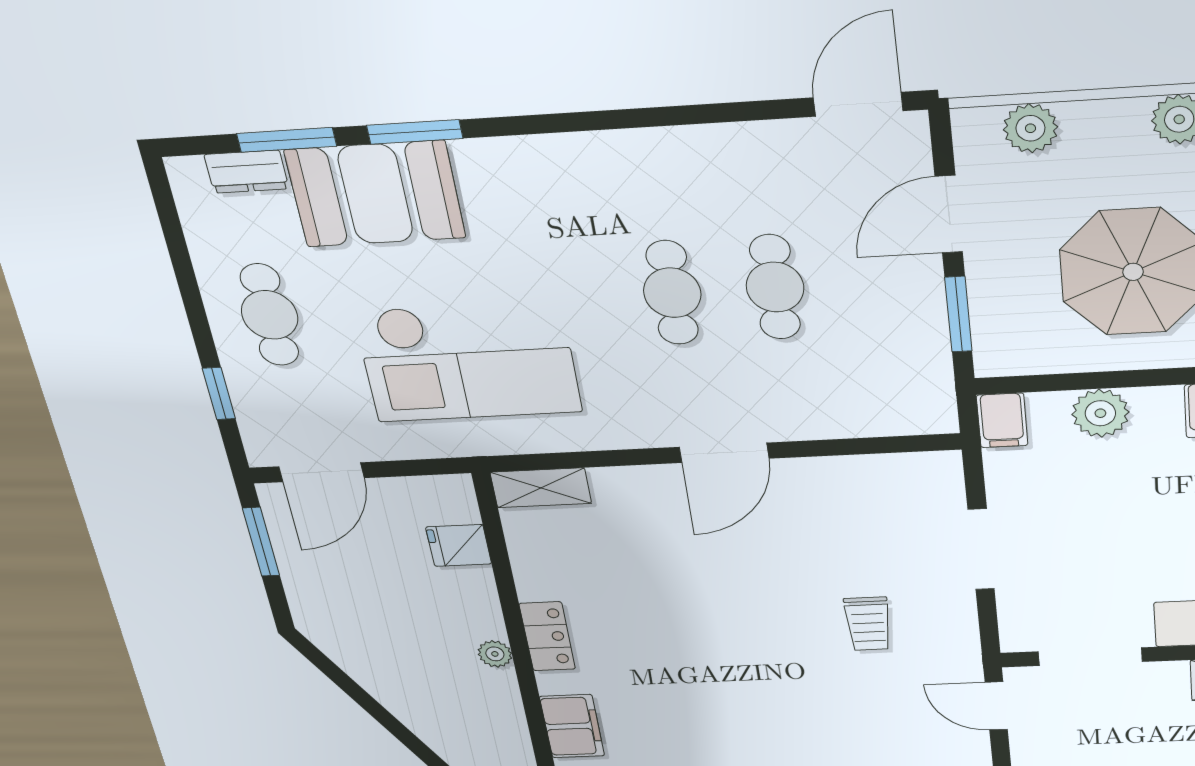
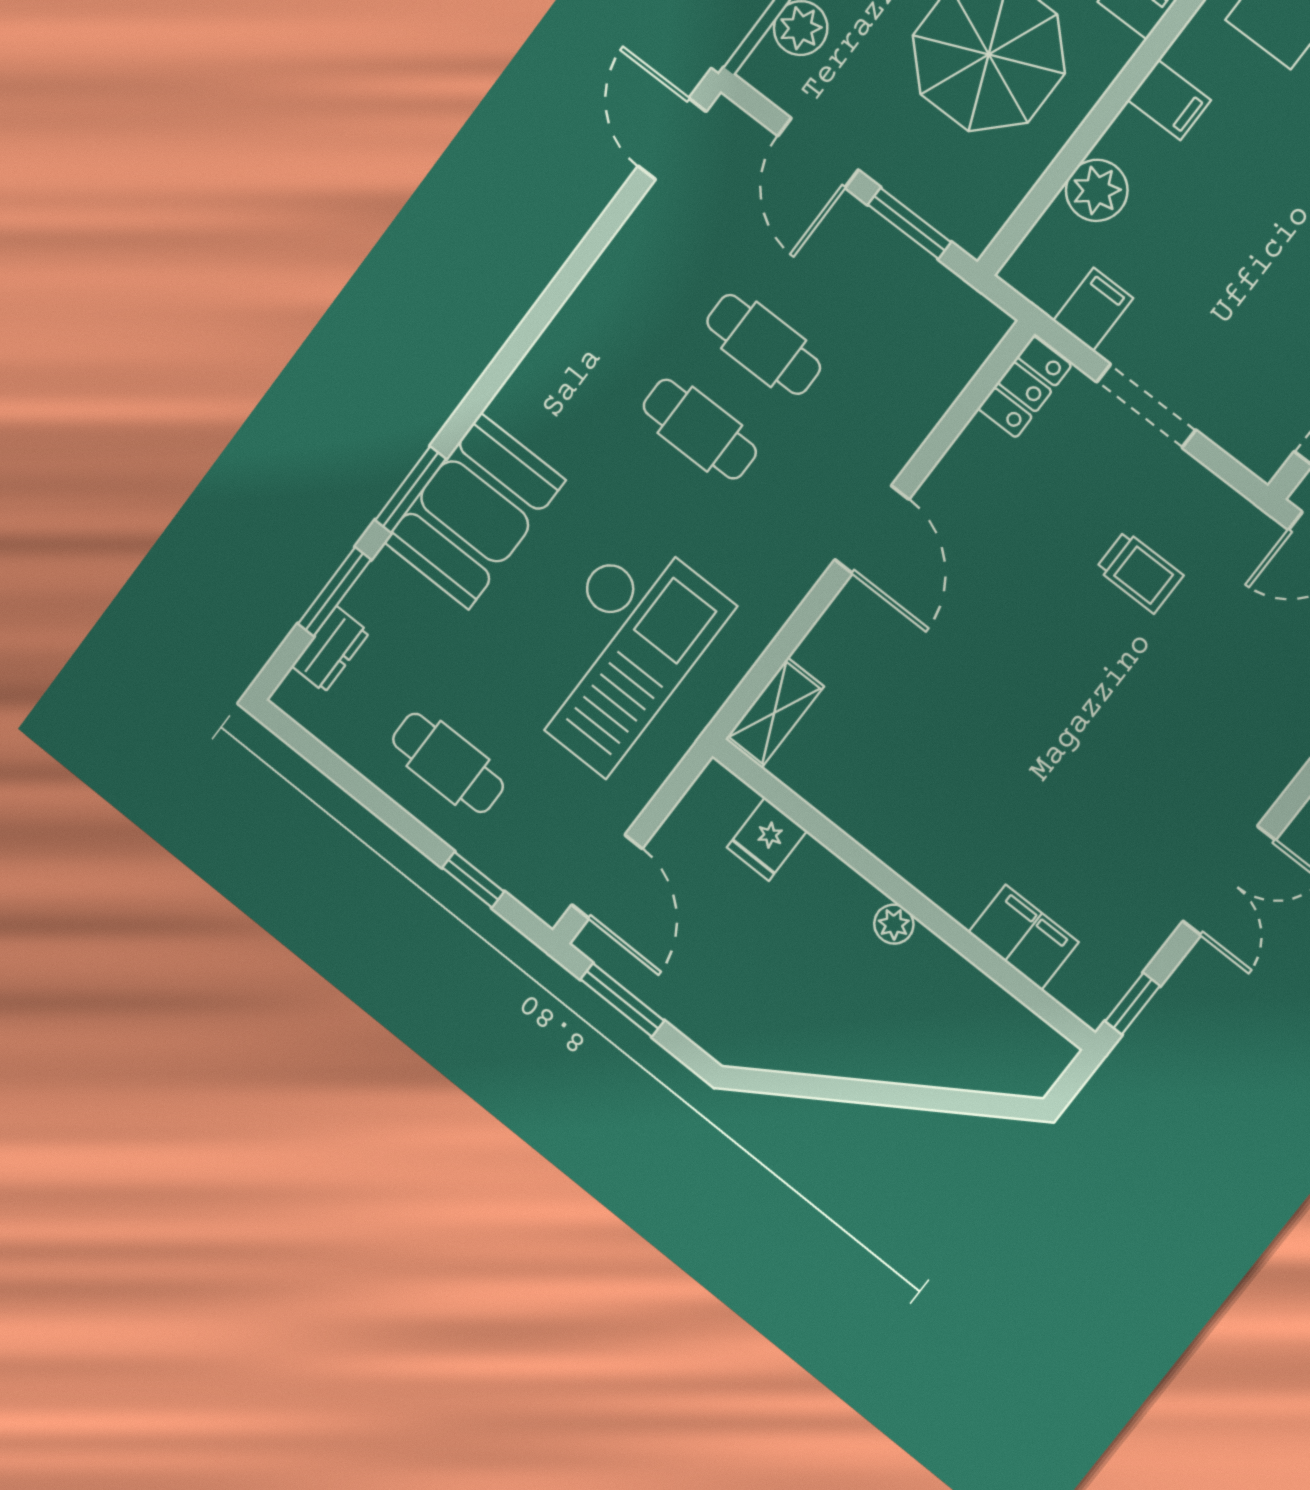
booth: (375, 194) -> (475, 511), moved
filing cabinet: (1002, 420) -> (1093, 309), moved, turned -90
locker: (547, 636) -> (1025, 387), moved, turned 90

